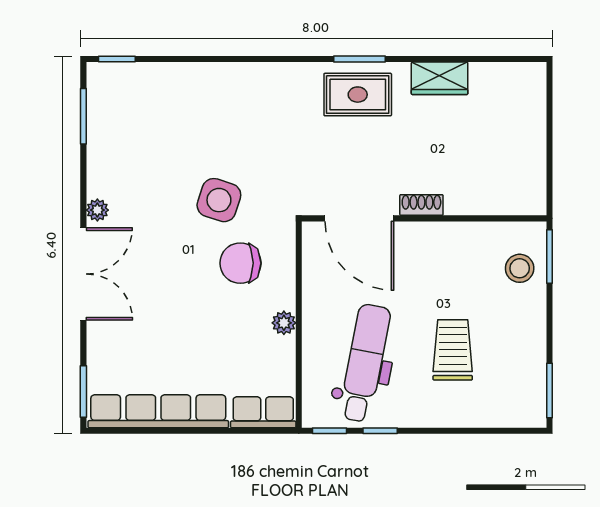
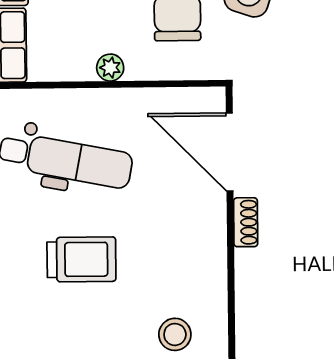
door: (359, 218) -> (230, 152), hinge flipped

